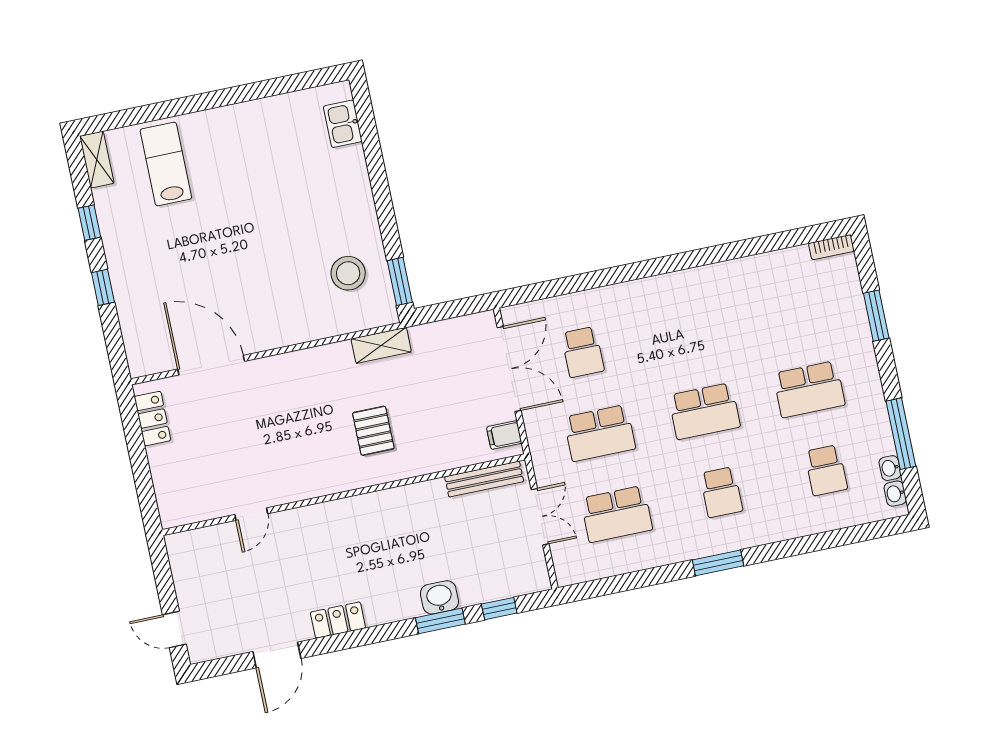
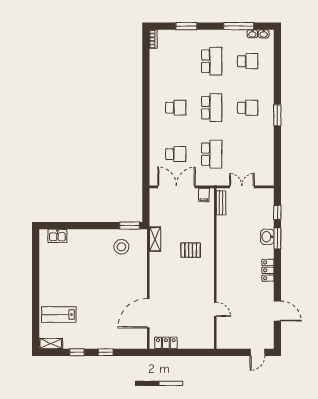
bench: (484, 479) -> (221, 203), width x0.73
school desk: (616, 514) -> (176, 108), moved, width x0.54
locker: (338, 620) -> (268, 270), moved

